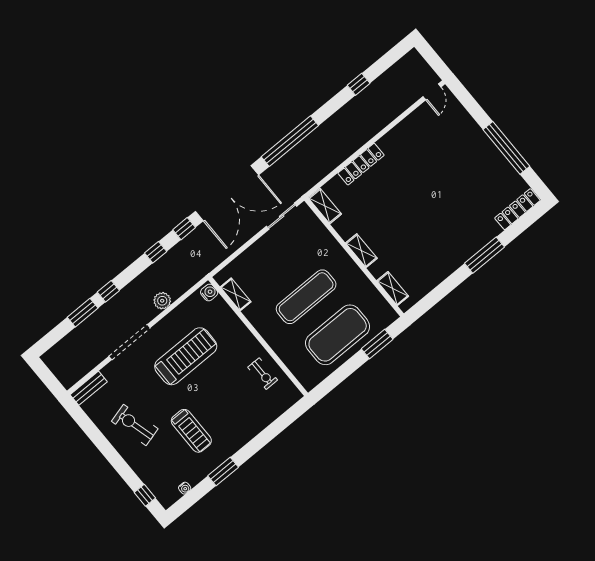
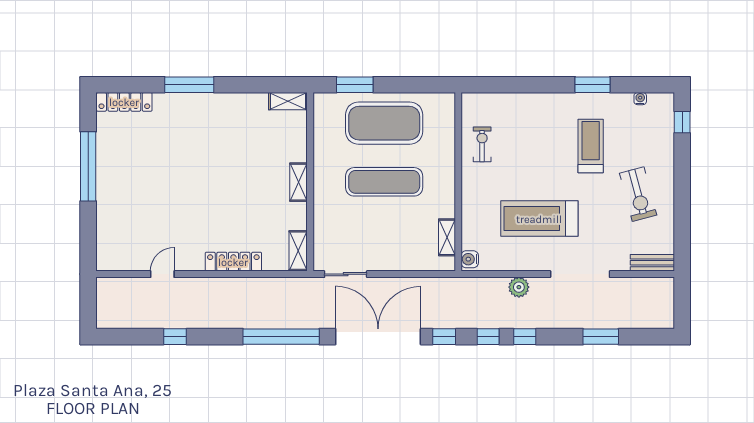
door: (432, 92) -> (162, 274), moved
shelving: (393, 288) -> (288, 101), moved, turned 90
window: (108, 291) -> (525, 337), moved

